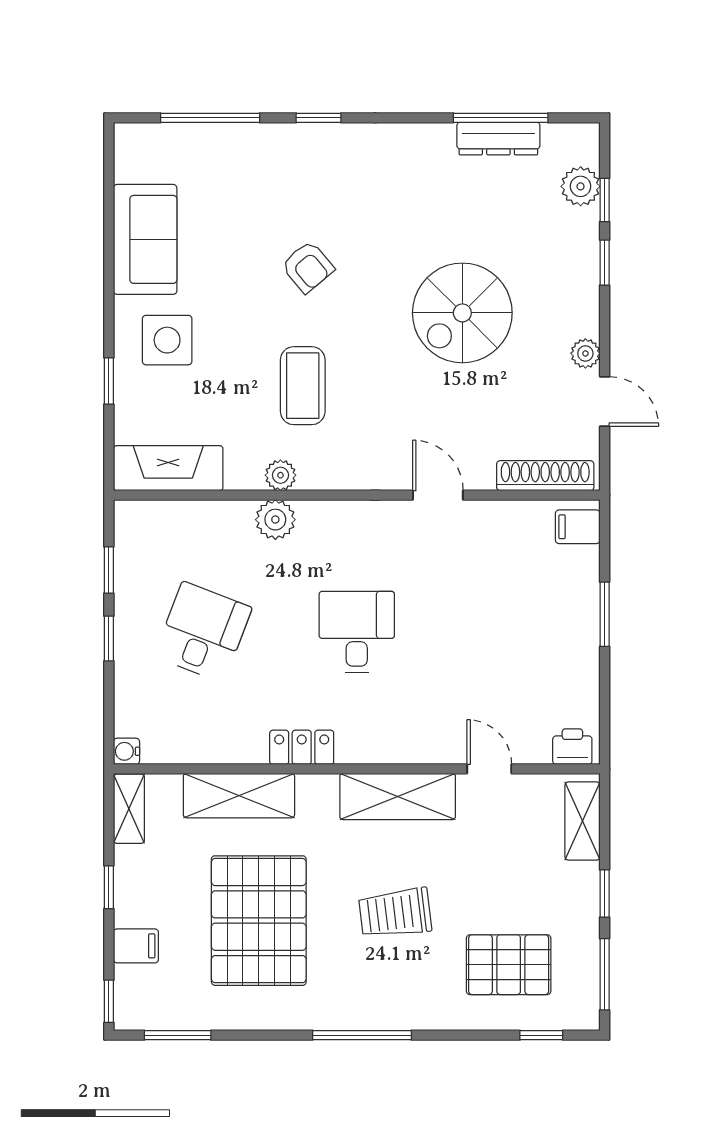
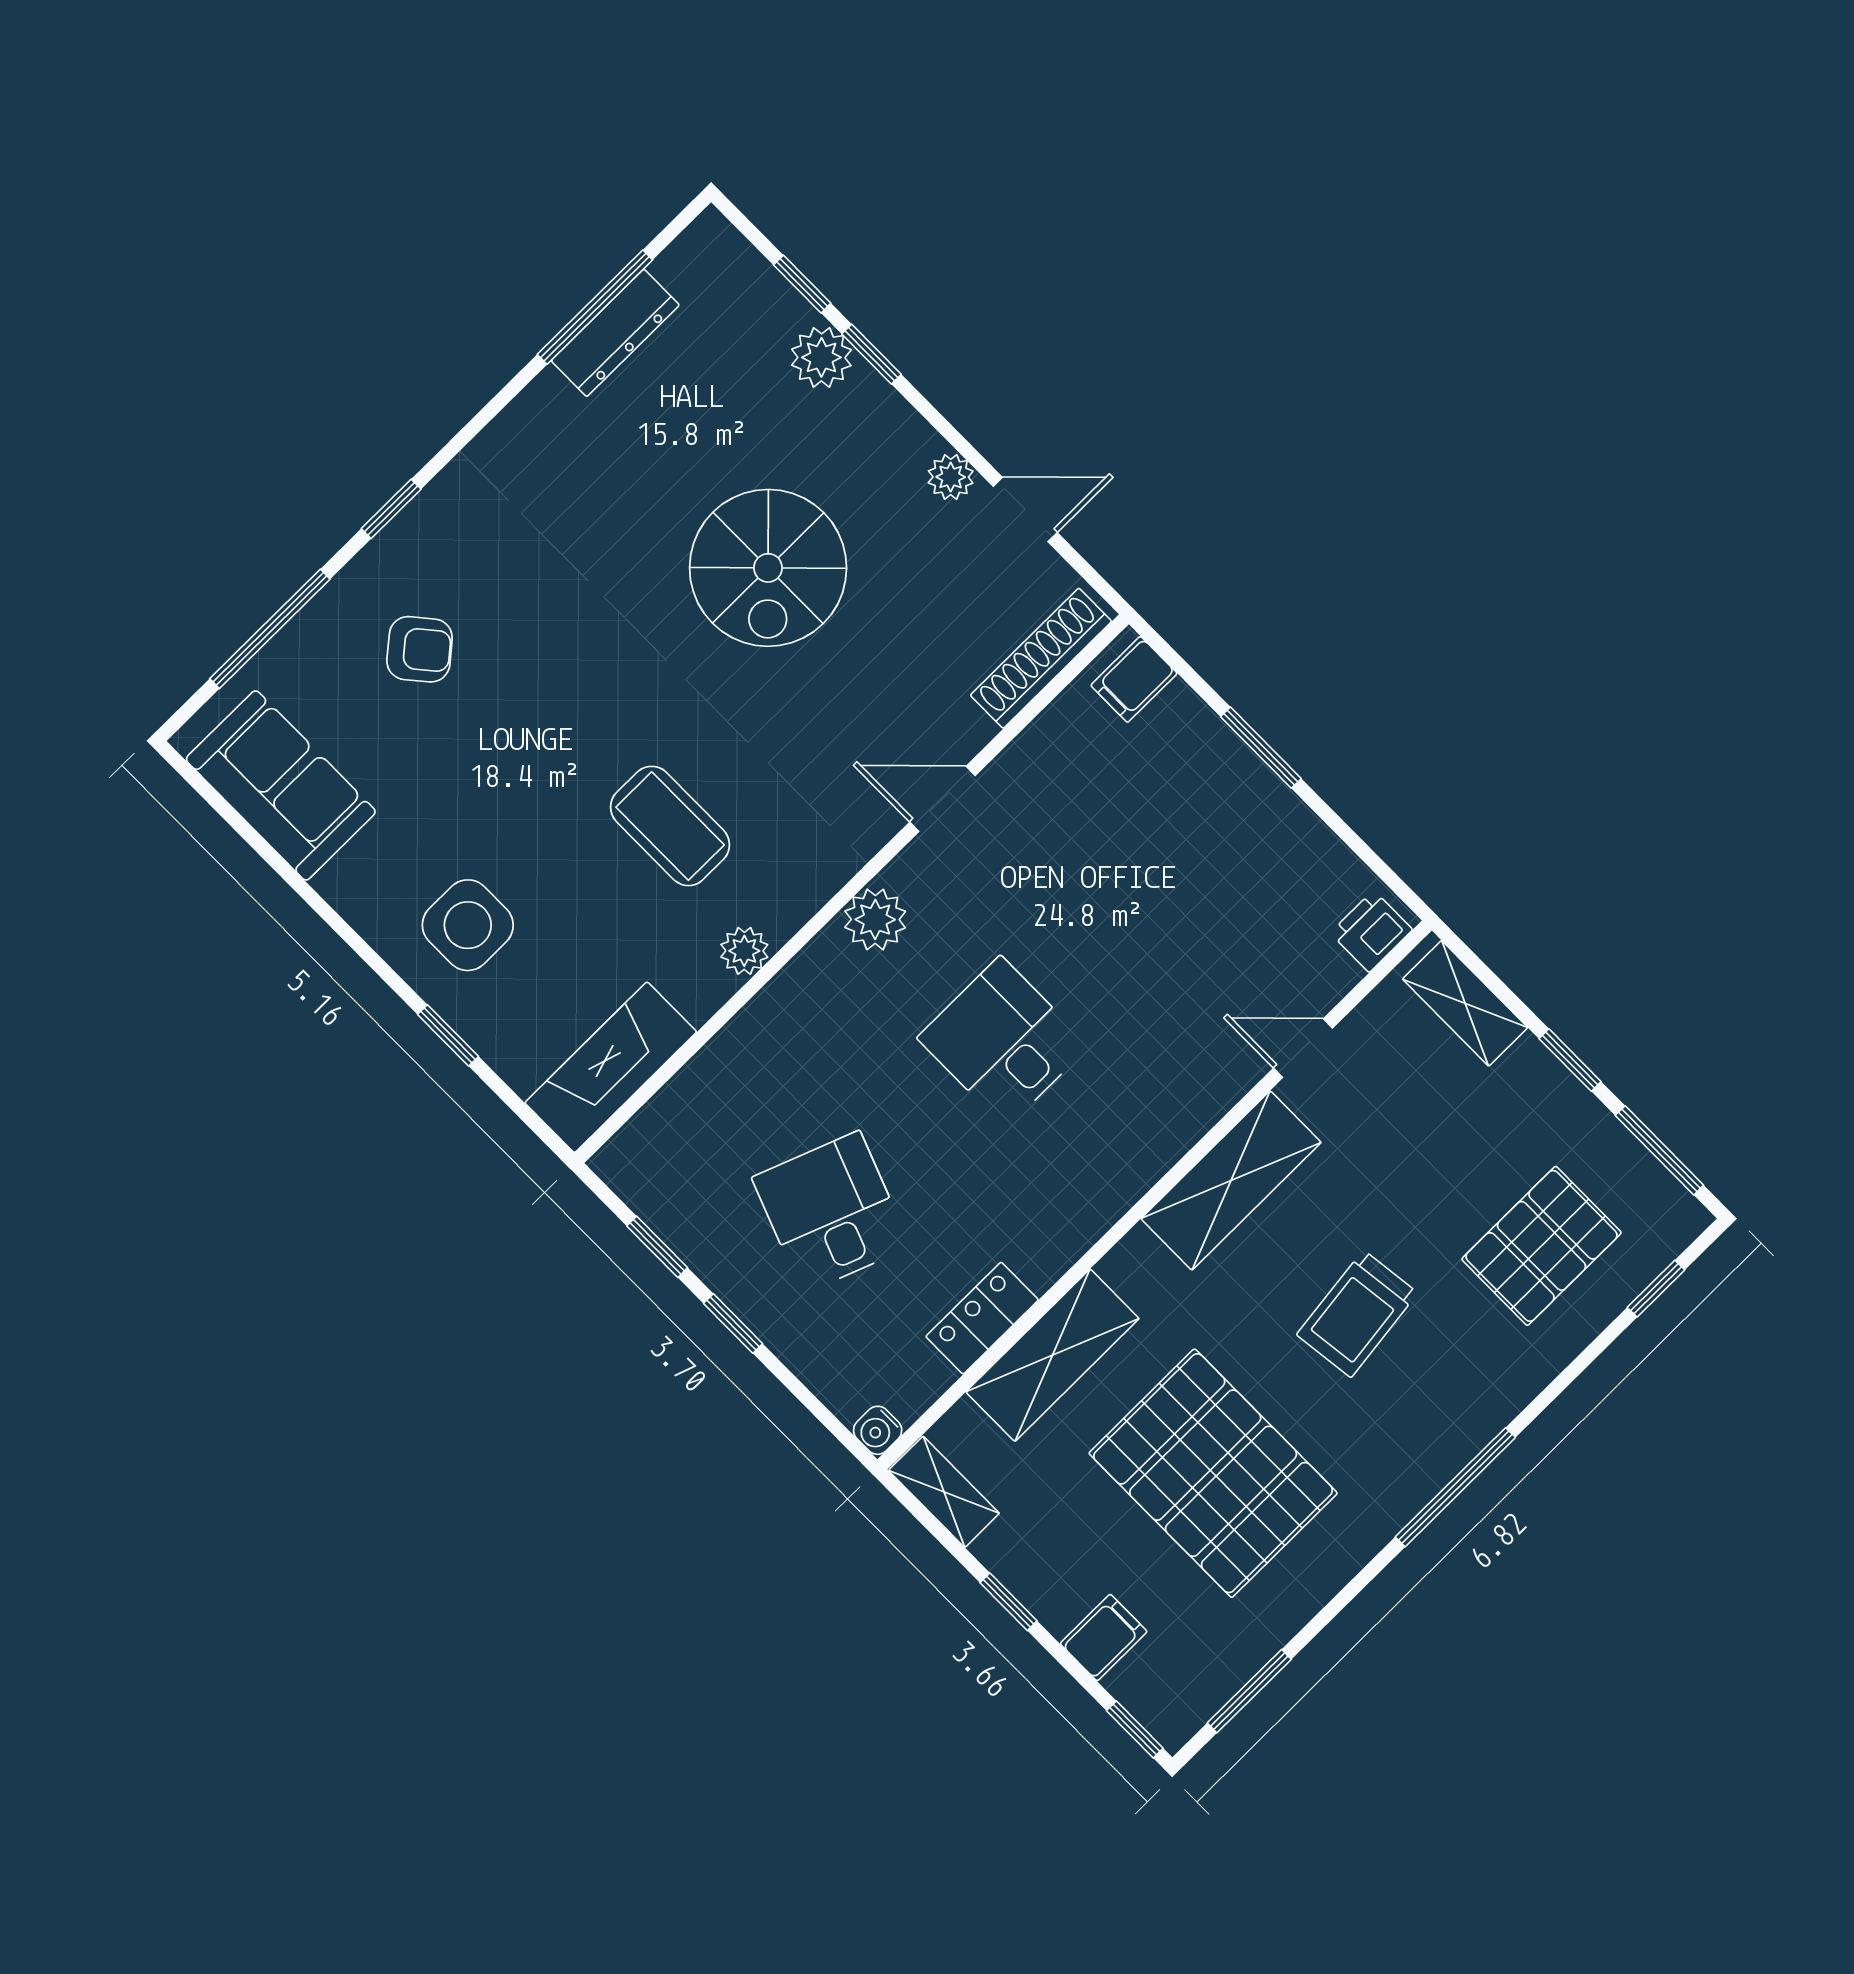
plant: (581, 186) -> (821, 357), moved
sofa: (145, 239) -> (281, 785), moved
armchair: (308, 267) -> (420, 649), moved
plant: (275, 520) -> (875, 919), moved
locker: (302, 747) -> (982, 1318), moved

